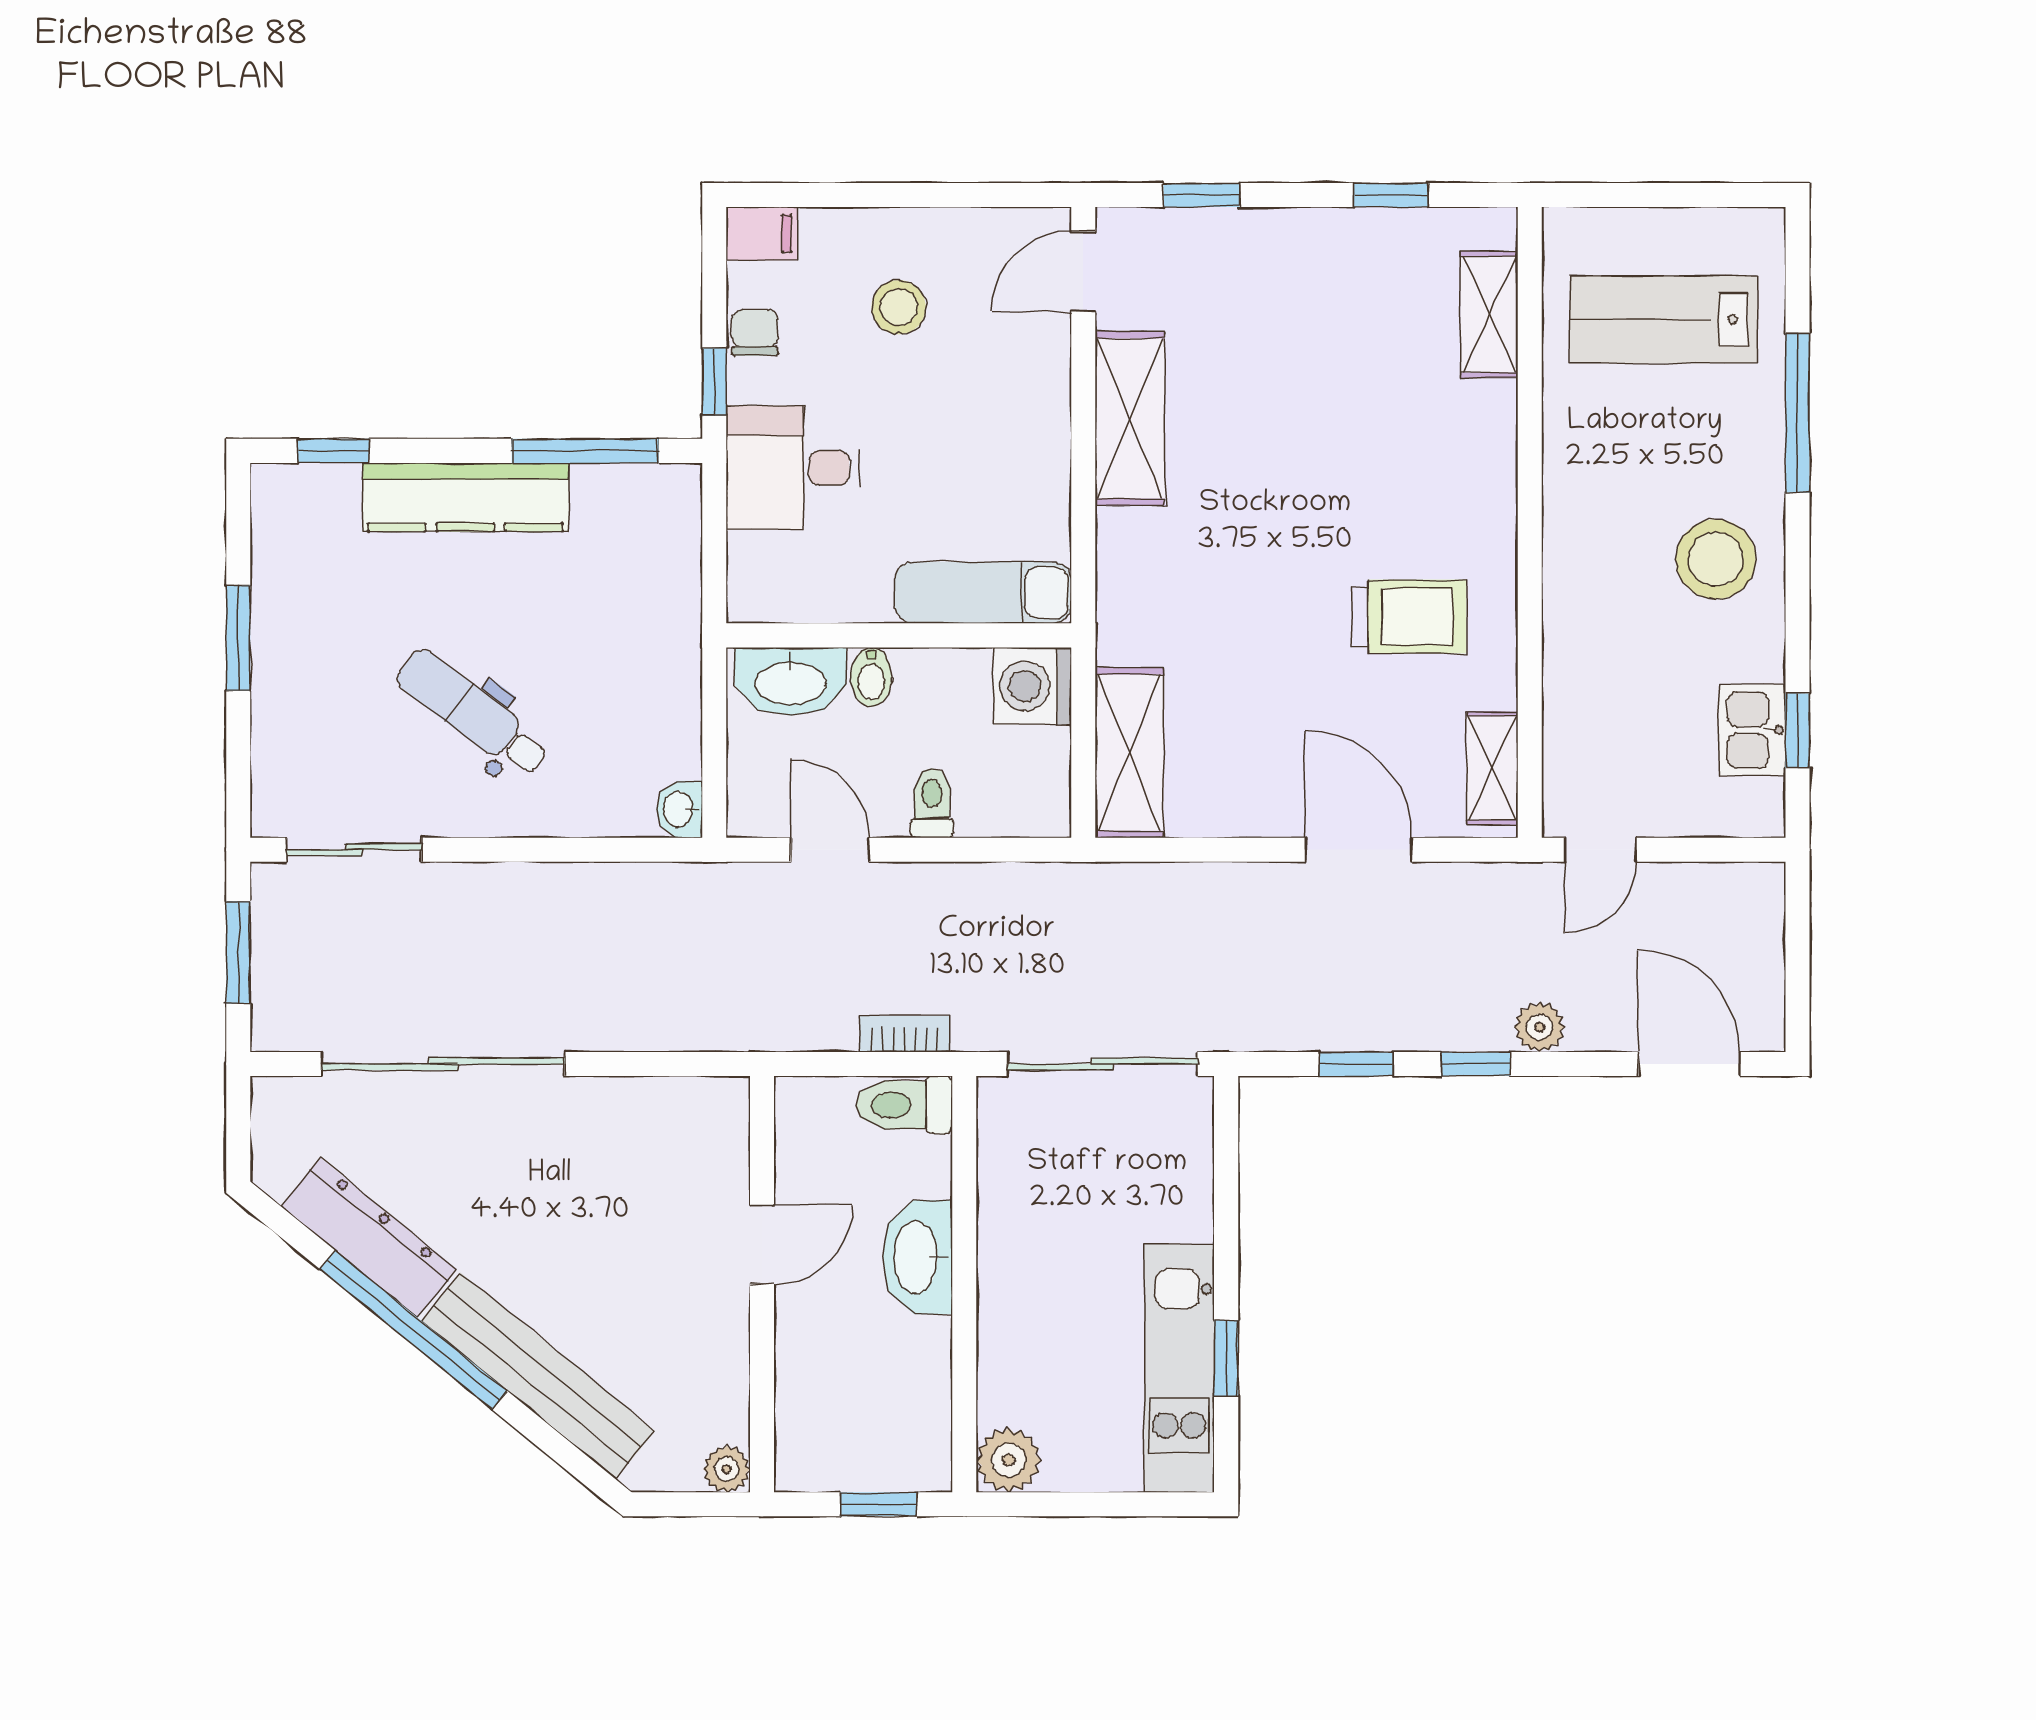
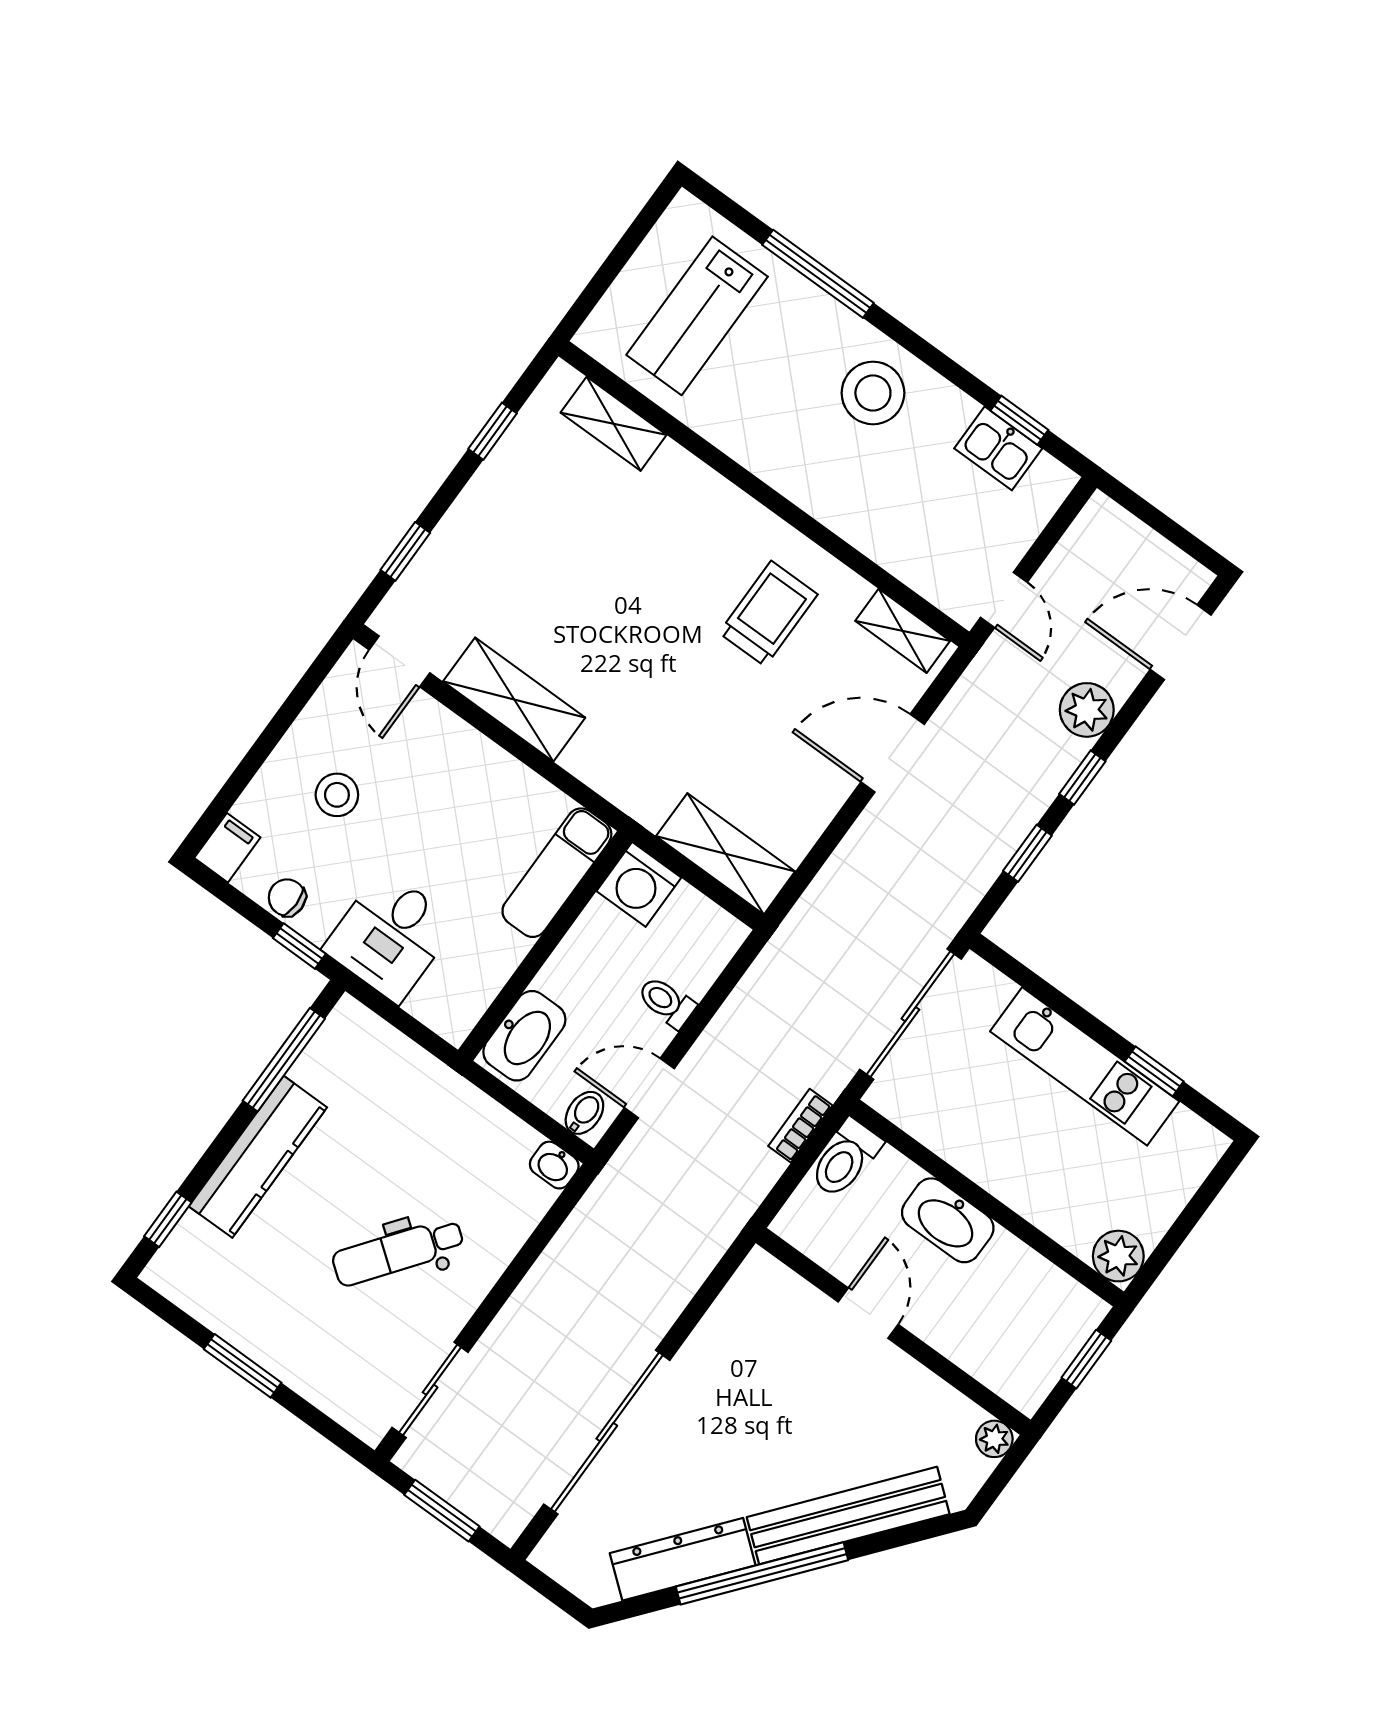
bidet: (871, 677) -> (584, 1113), moved, turned -90
plant: (1540, 1027) -> (1087, 710), width x1.38, depth x1.38
kitchen unit: (1179, 1368) -> (1085, 1066), moved

